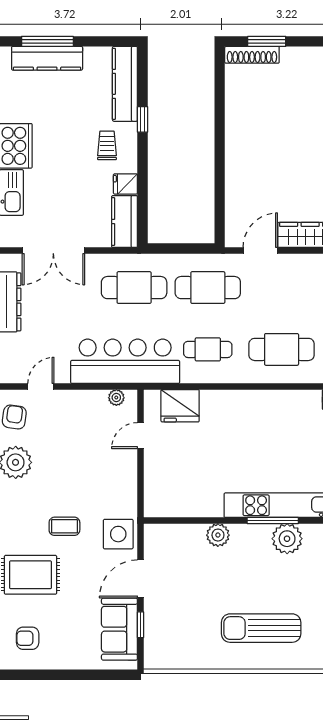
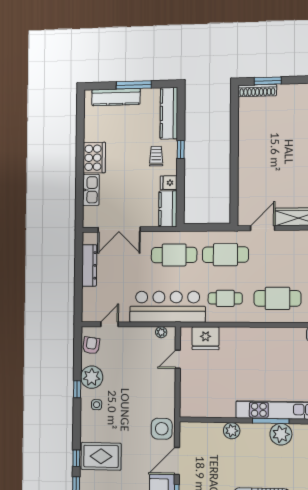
window: (47, 41) -> (134, 85), moved
window: (143, 119) -> (181, 150), moved
side table: (23, 501) -> (97, 405), added
coffee table: (64, 526) -> (125, 423), removed

